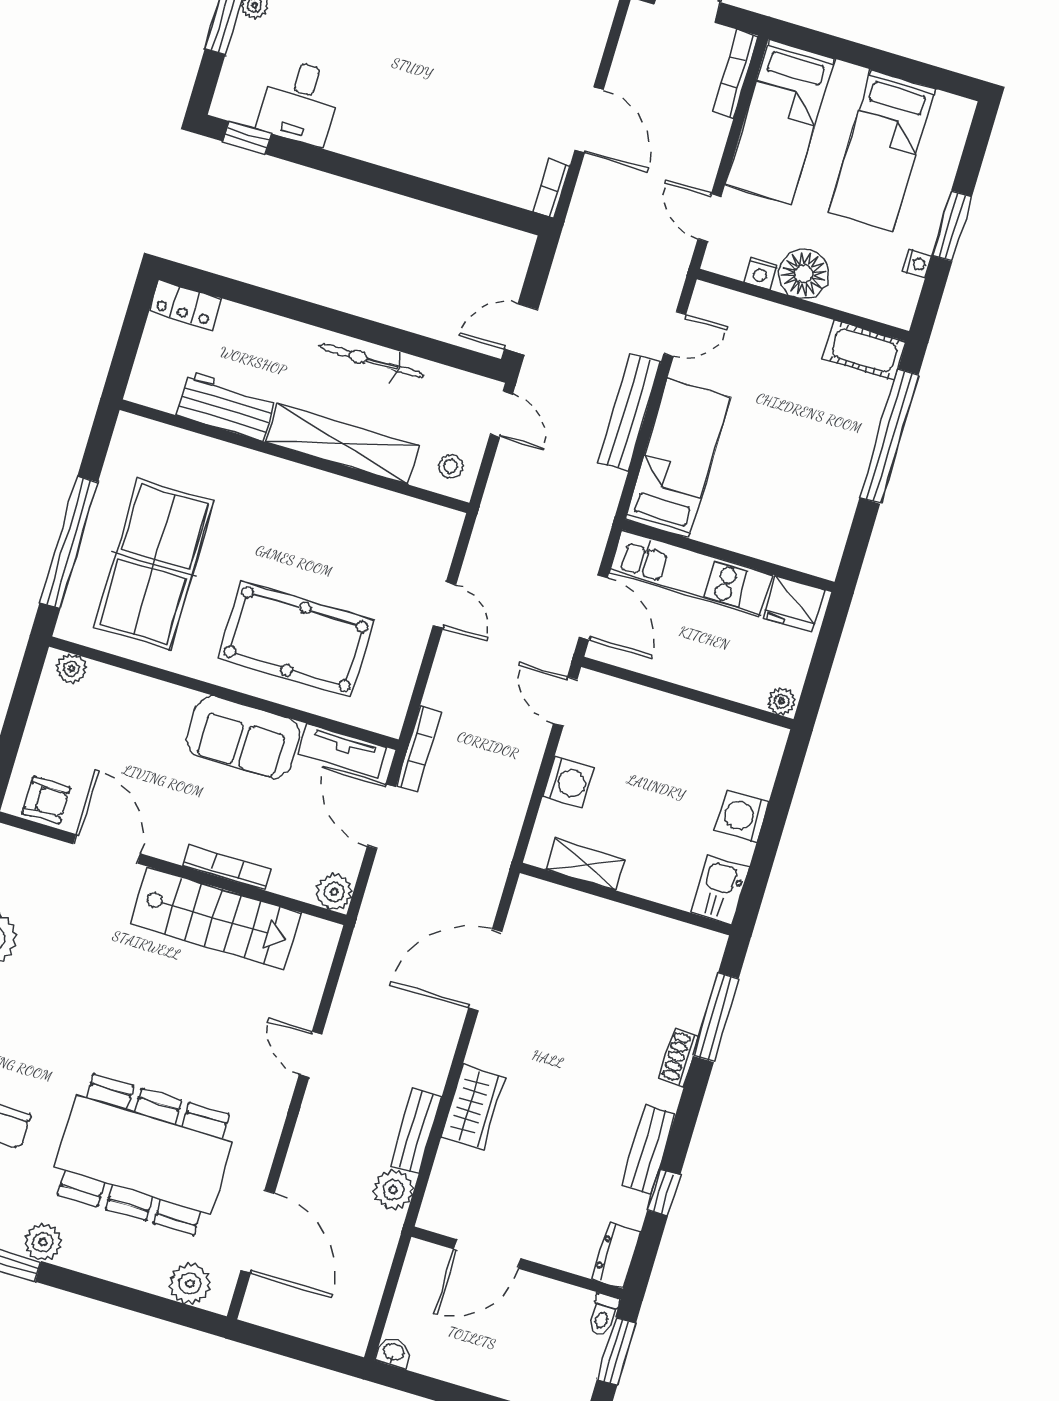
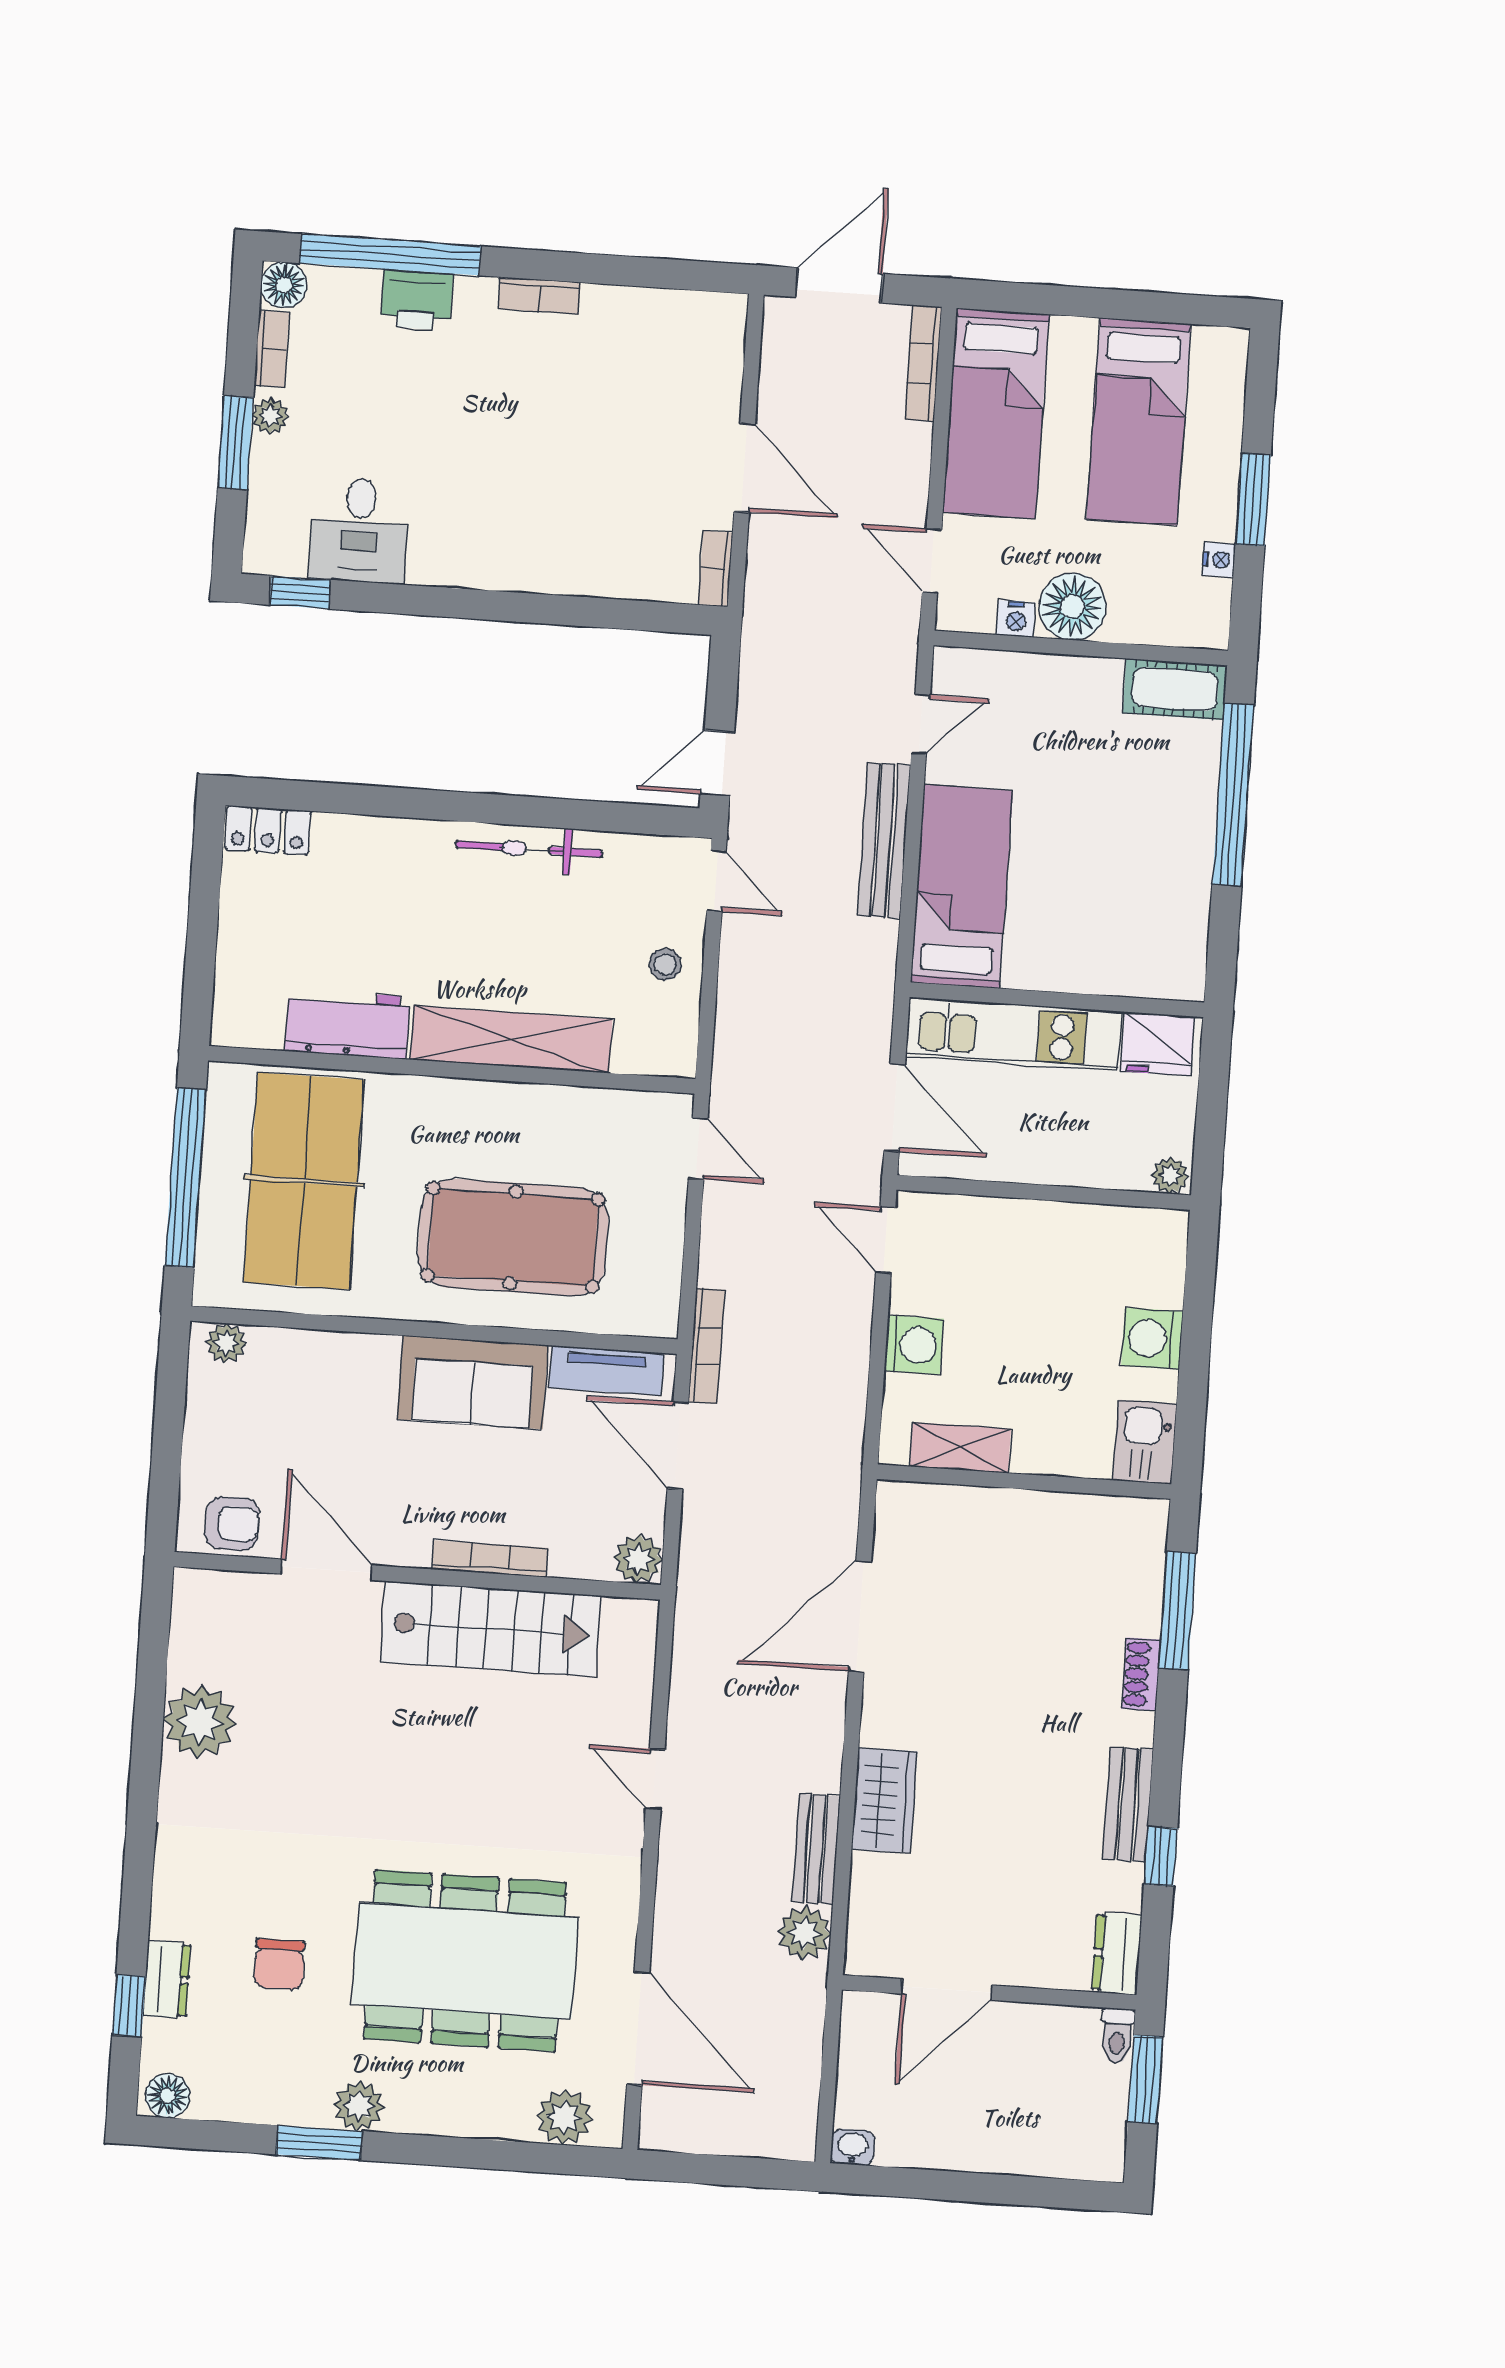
workbench: (226, 406) -> (347, 1024), moved
shelving: (342, 444) -> (511, 1039), moved
wall: (294, 456) -> (452, 1070), moved

